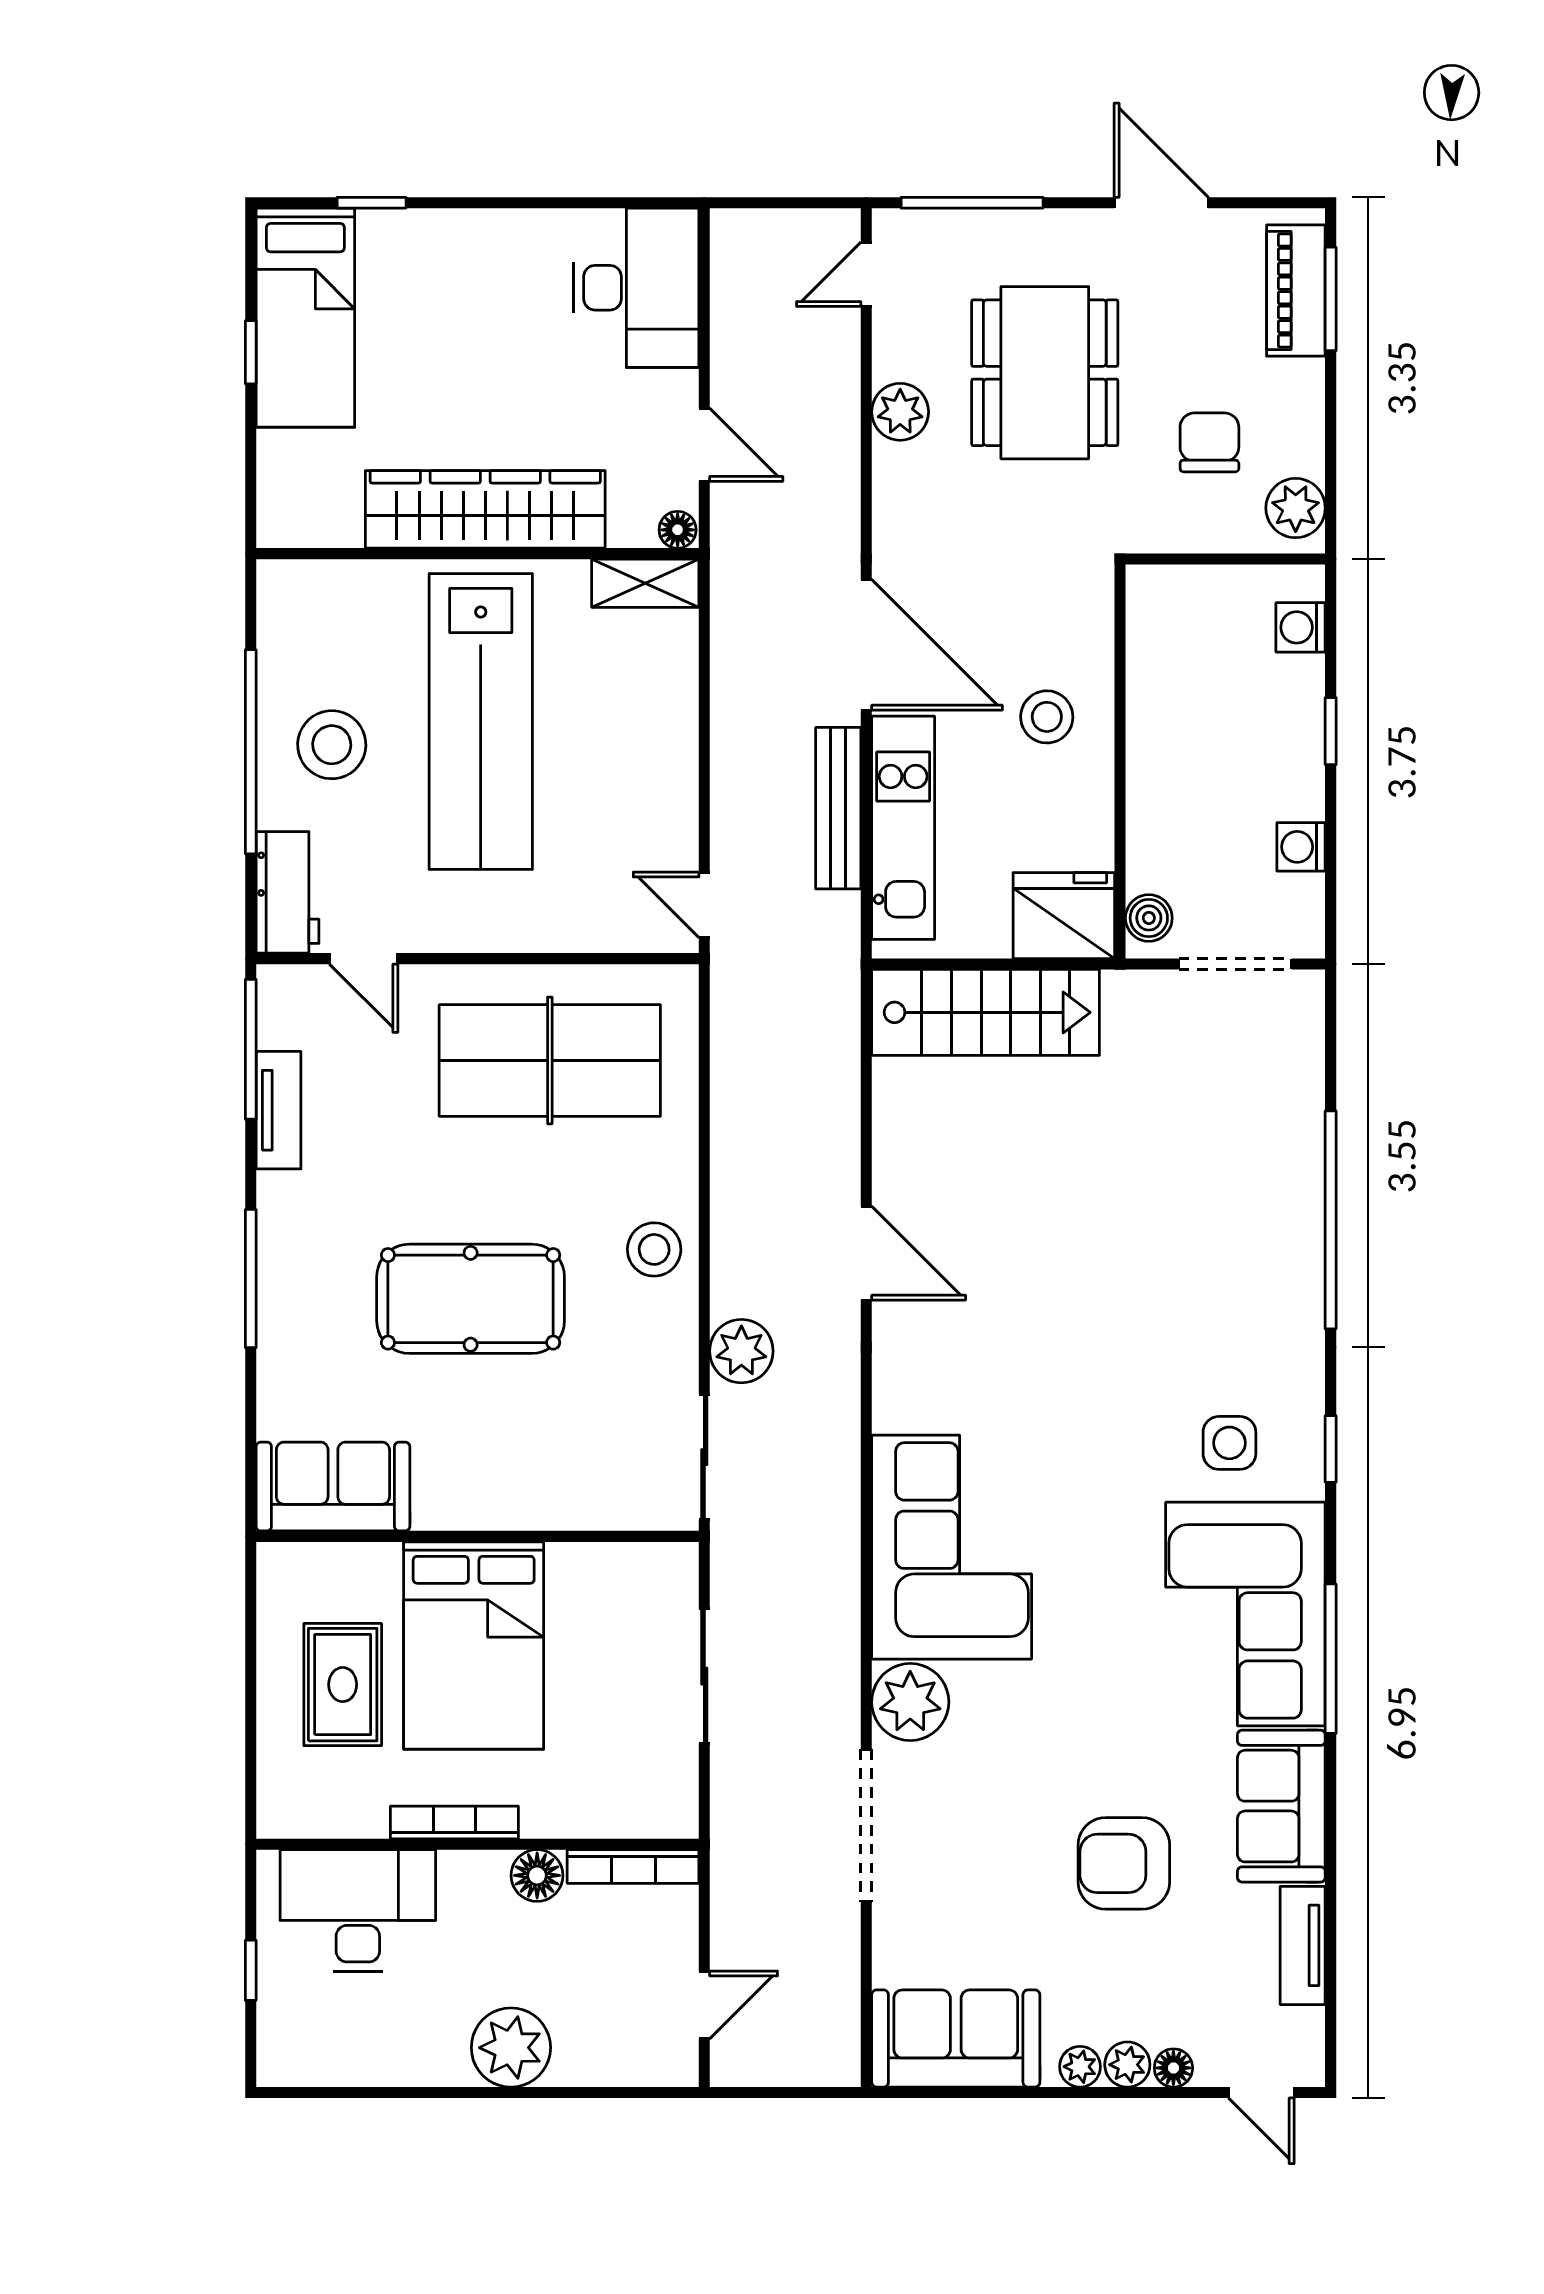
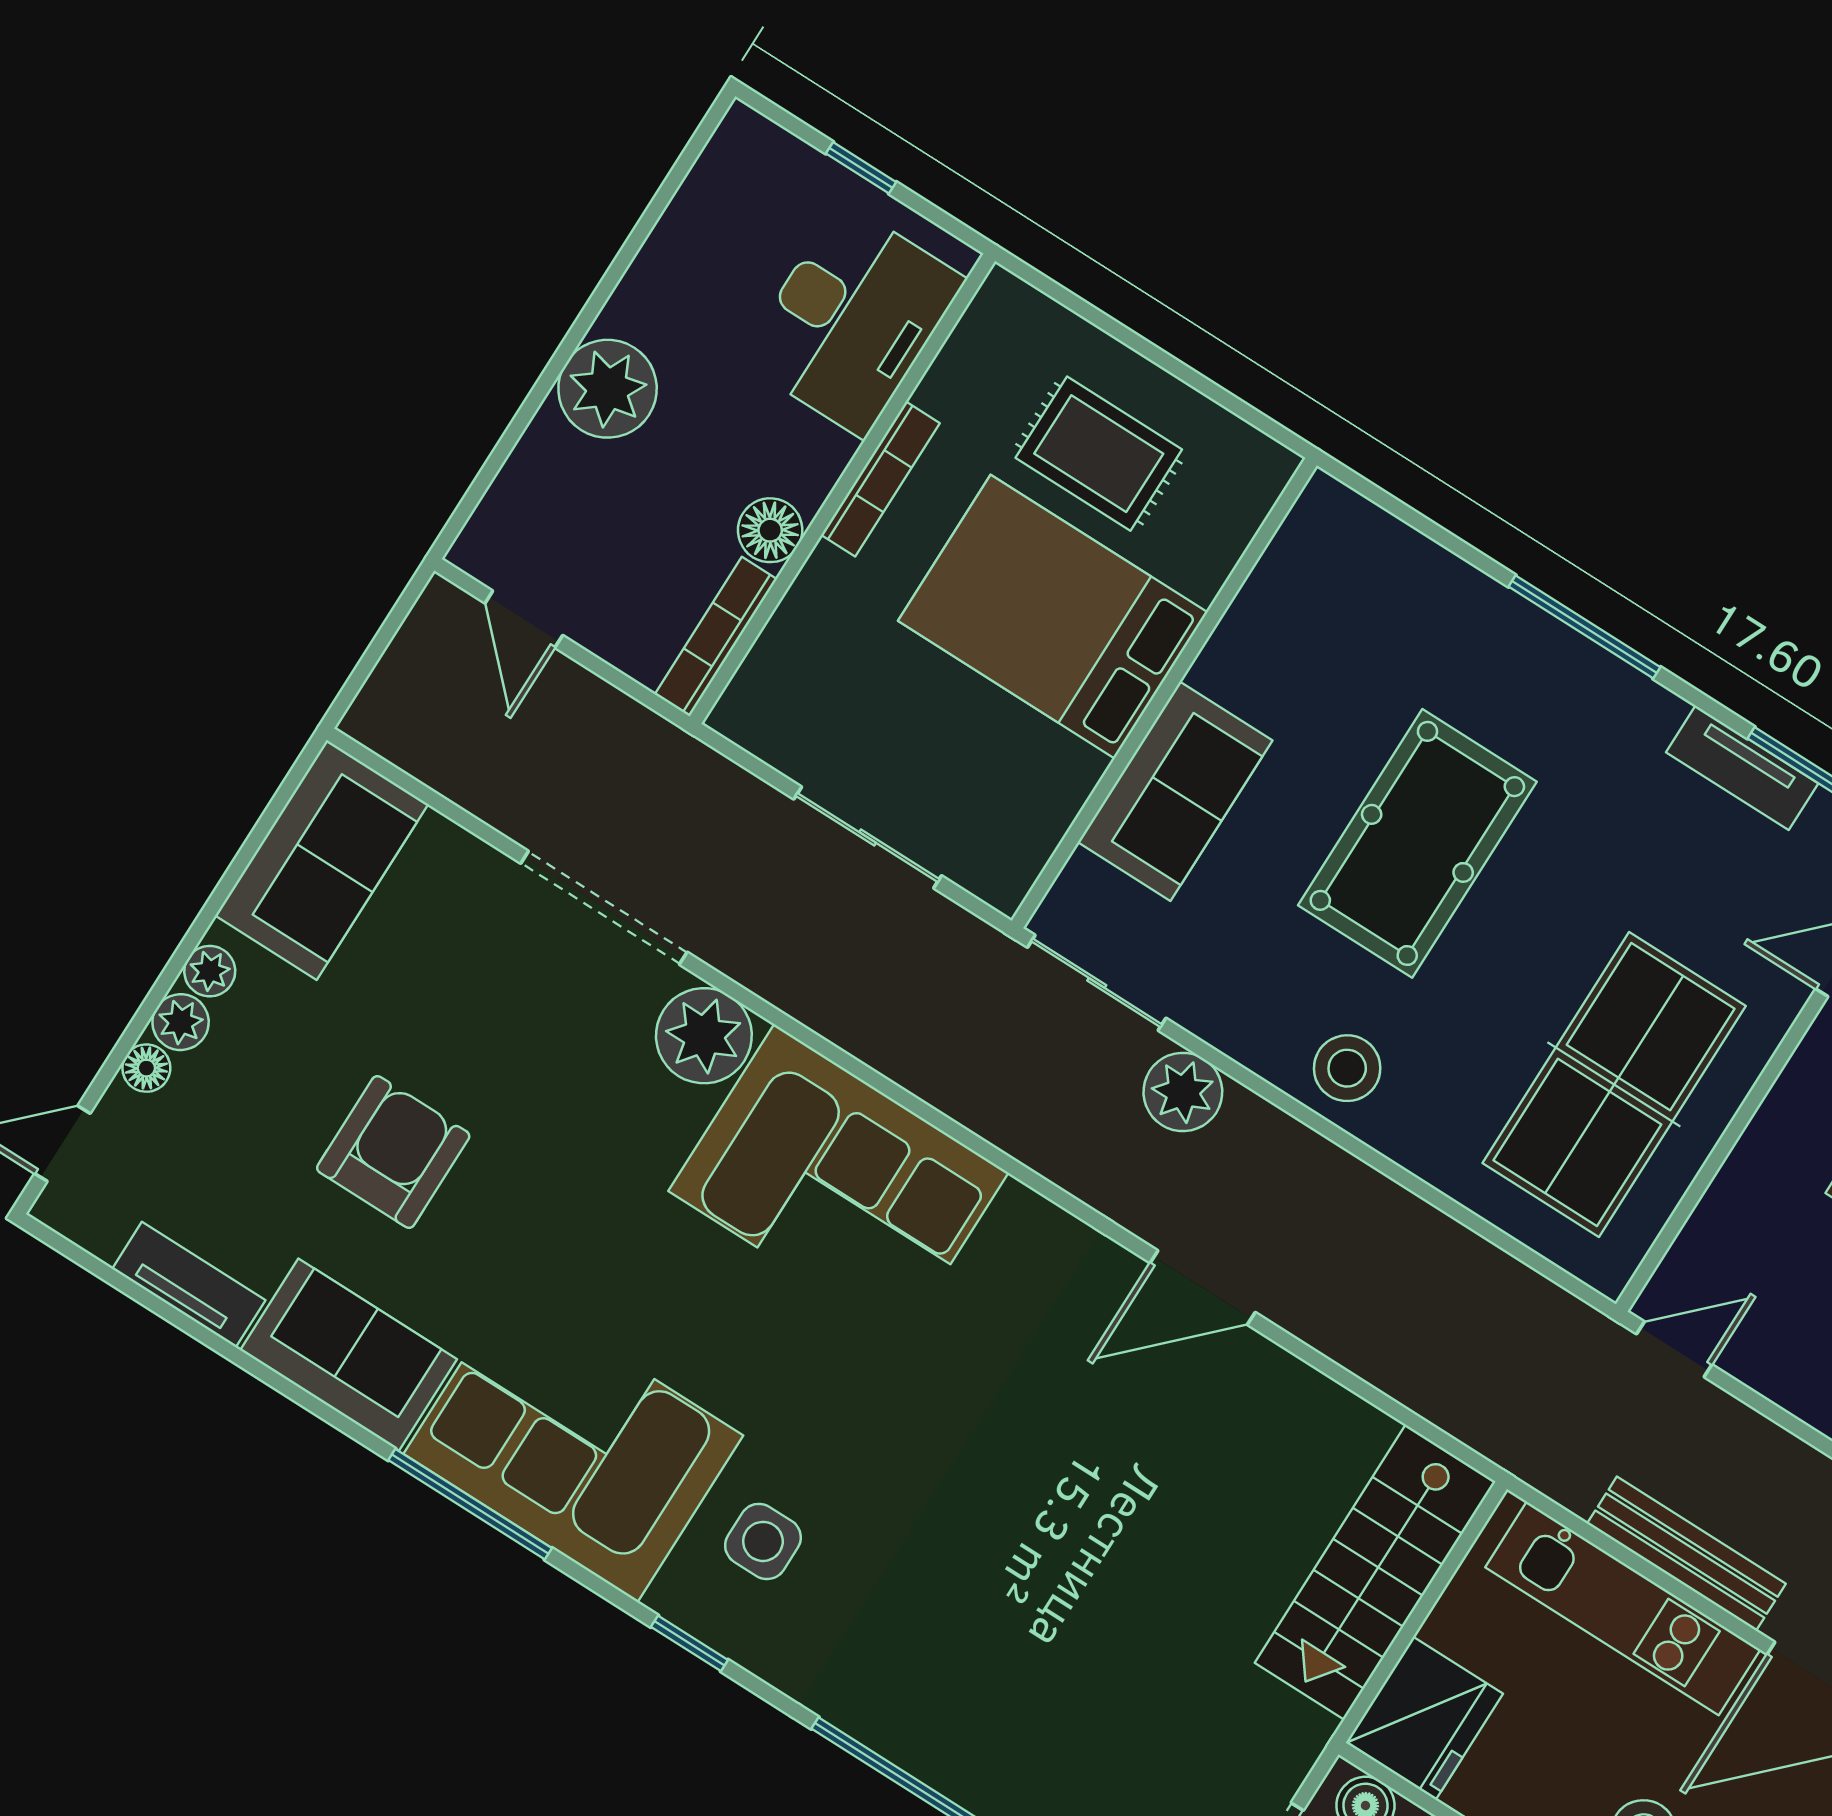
sofa: (333, 1487) -> (1175, 791), moved

